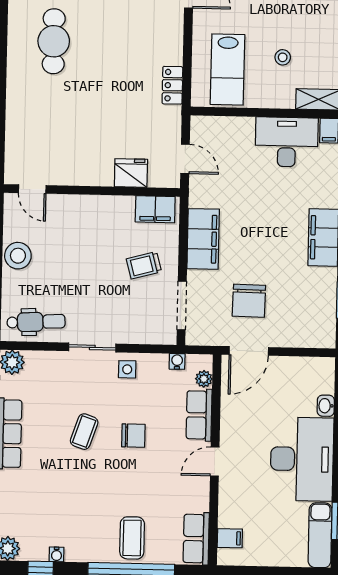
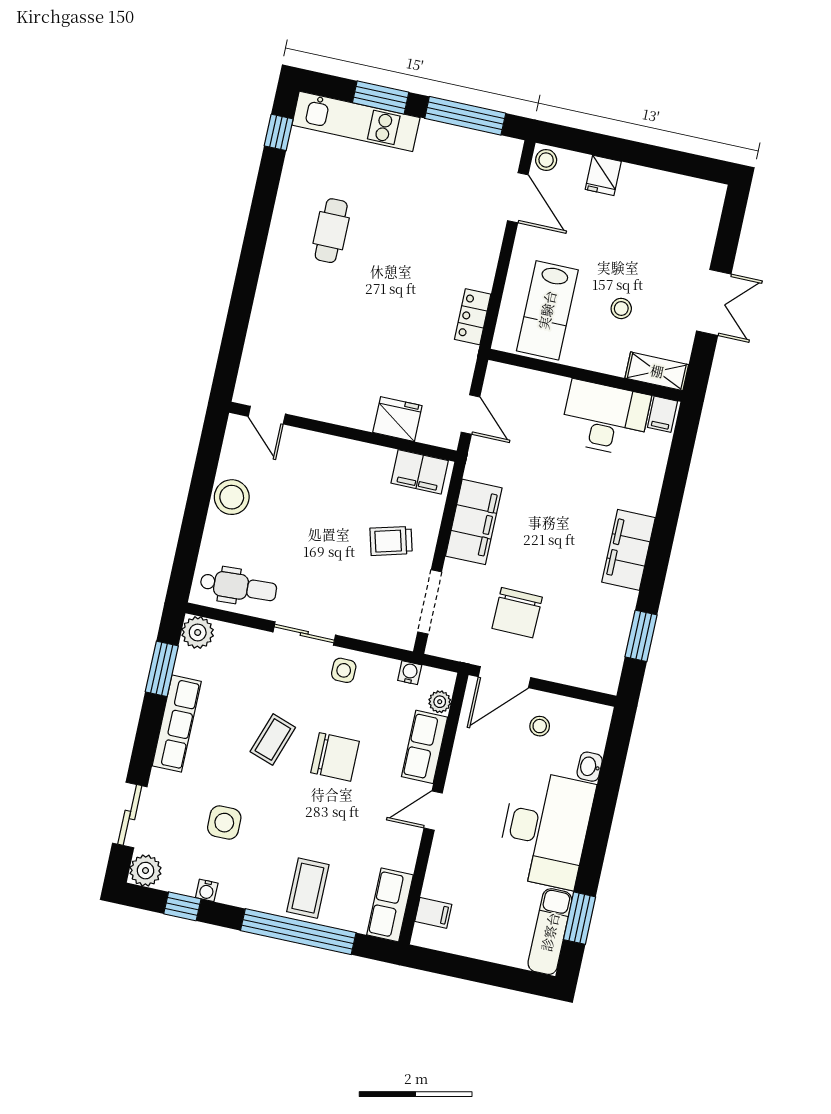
cafe table: (54, 41) -> (331, 231), width x0.73, depth x0.74
stool: (282, 383) -> (540, 726), added
chair: (133, 436) -> (335, 757), width x1.37, depth x1.37
side table: (60, 501) -> (224, 823), added

